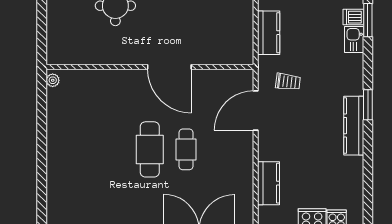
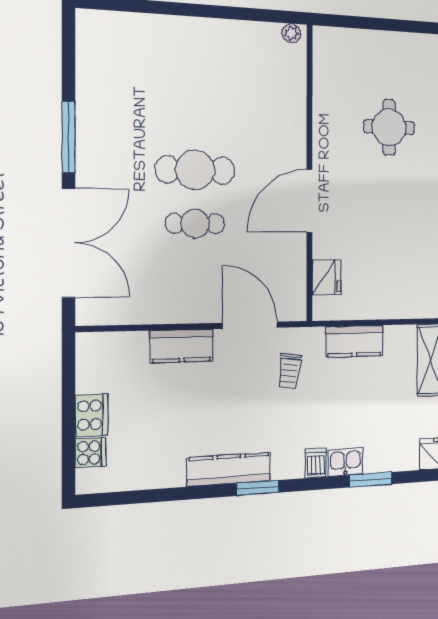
dishwasher: (353, 17) -> (316, 463), moved
fridge: (223, 54) -> (326, 277), added
kitchen counter: (268, 183) -> (182, 346), moved

